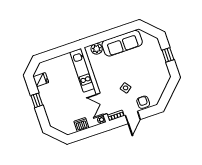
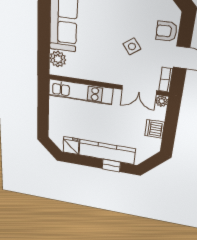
window: (37, 100) -> (111, 166), moved
kitchen counter: (49, 104) -> (107, 152), added

